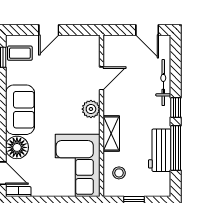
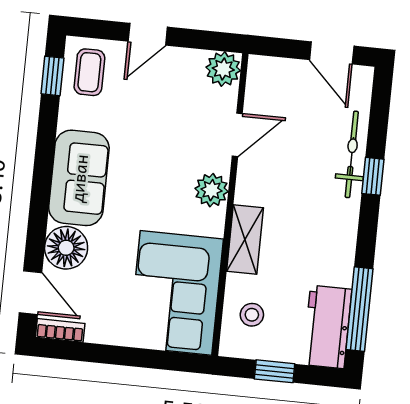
plant: (91, 44) -> (223, 69), added
coffee table: (20, 53) -> (89, 72), turned 90
window: (176, 108) -> (373, 176), moved
window: (176, 148) -> (359, 309), moved
workbench: (160, 150) -> (327, 327), moved

